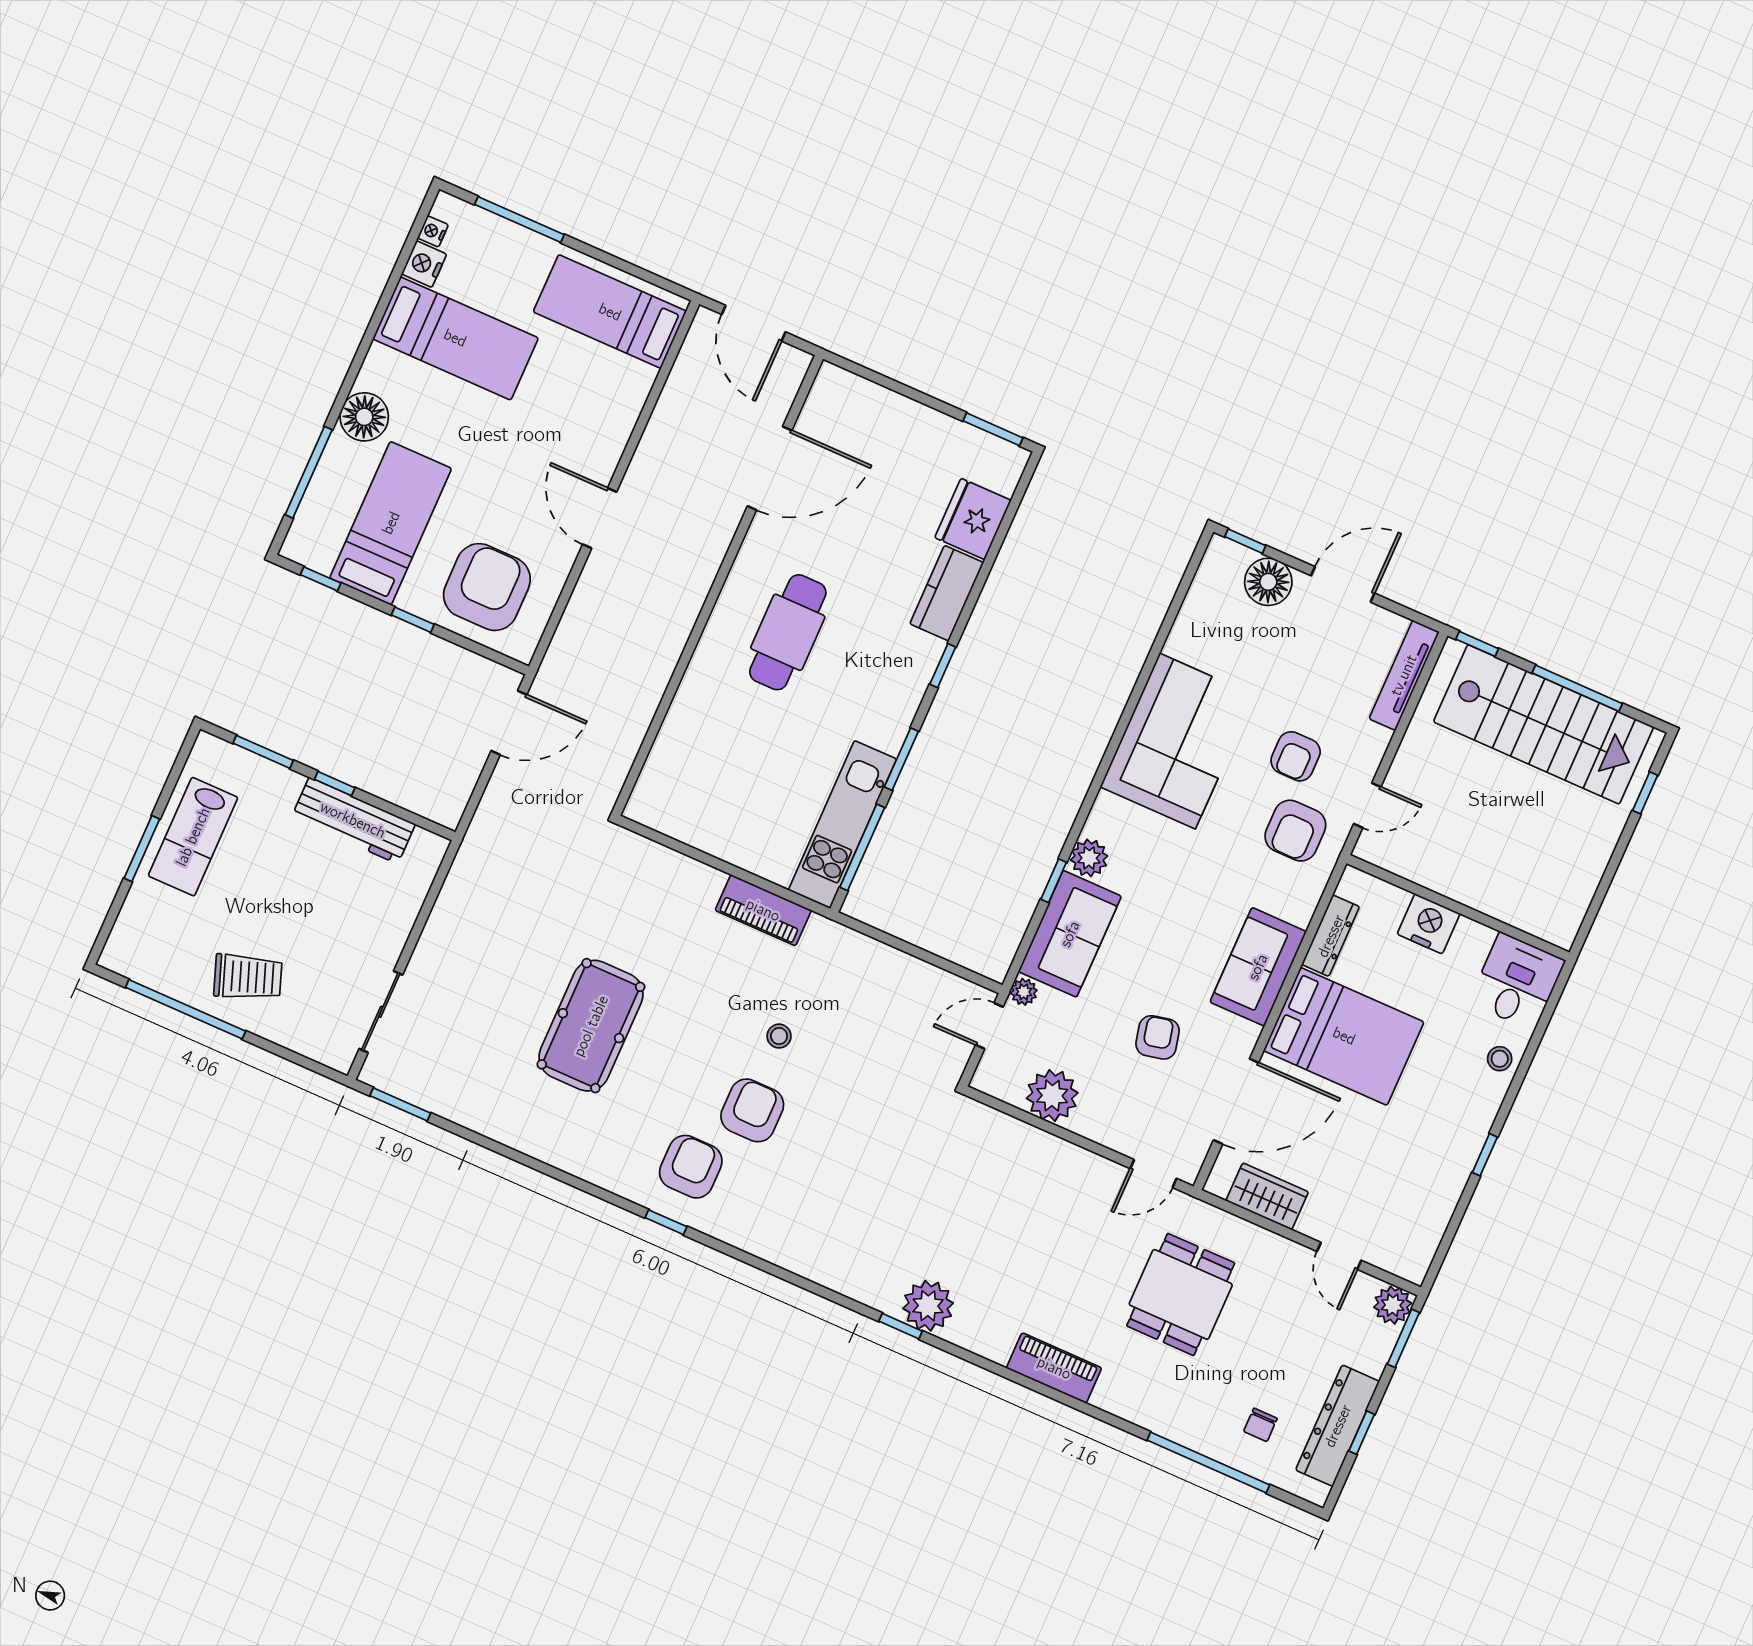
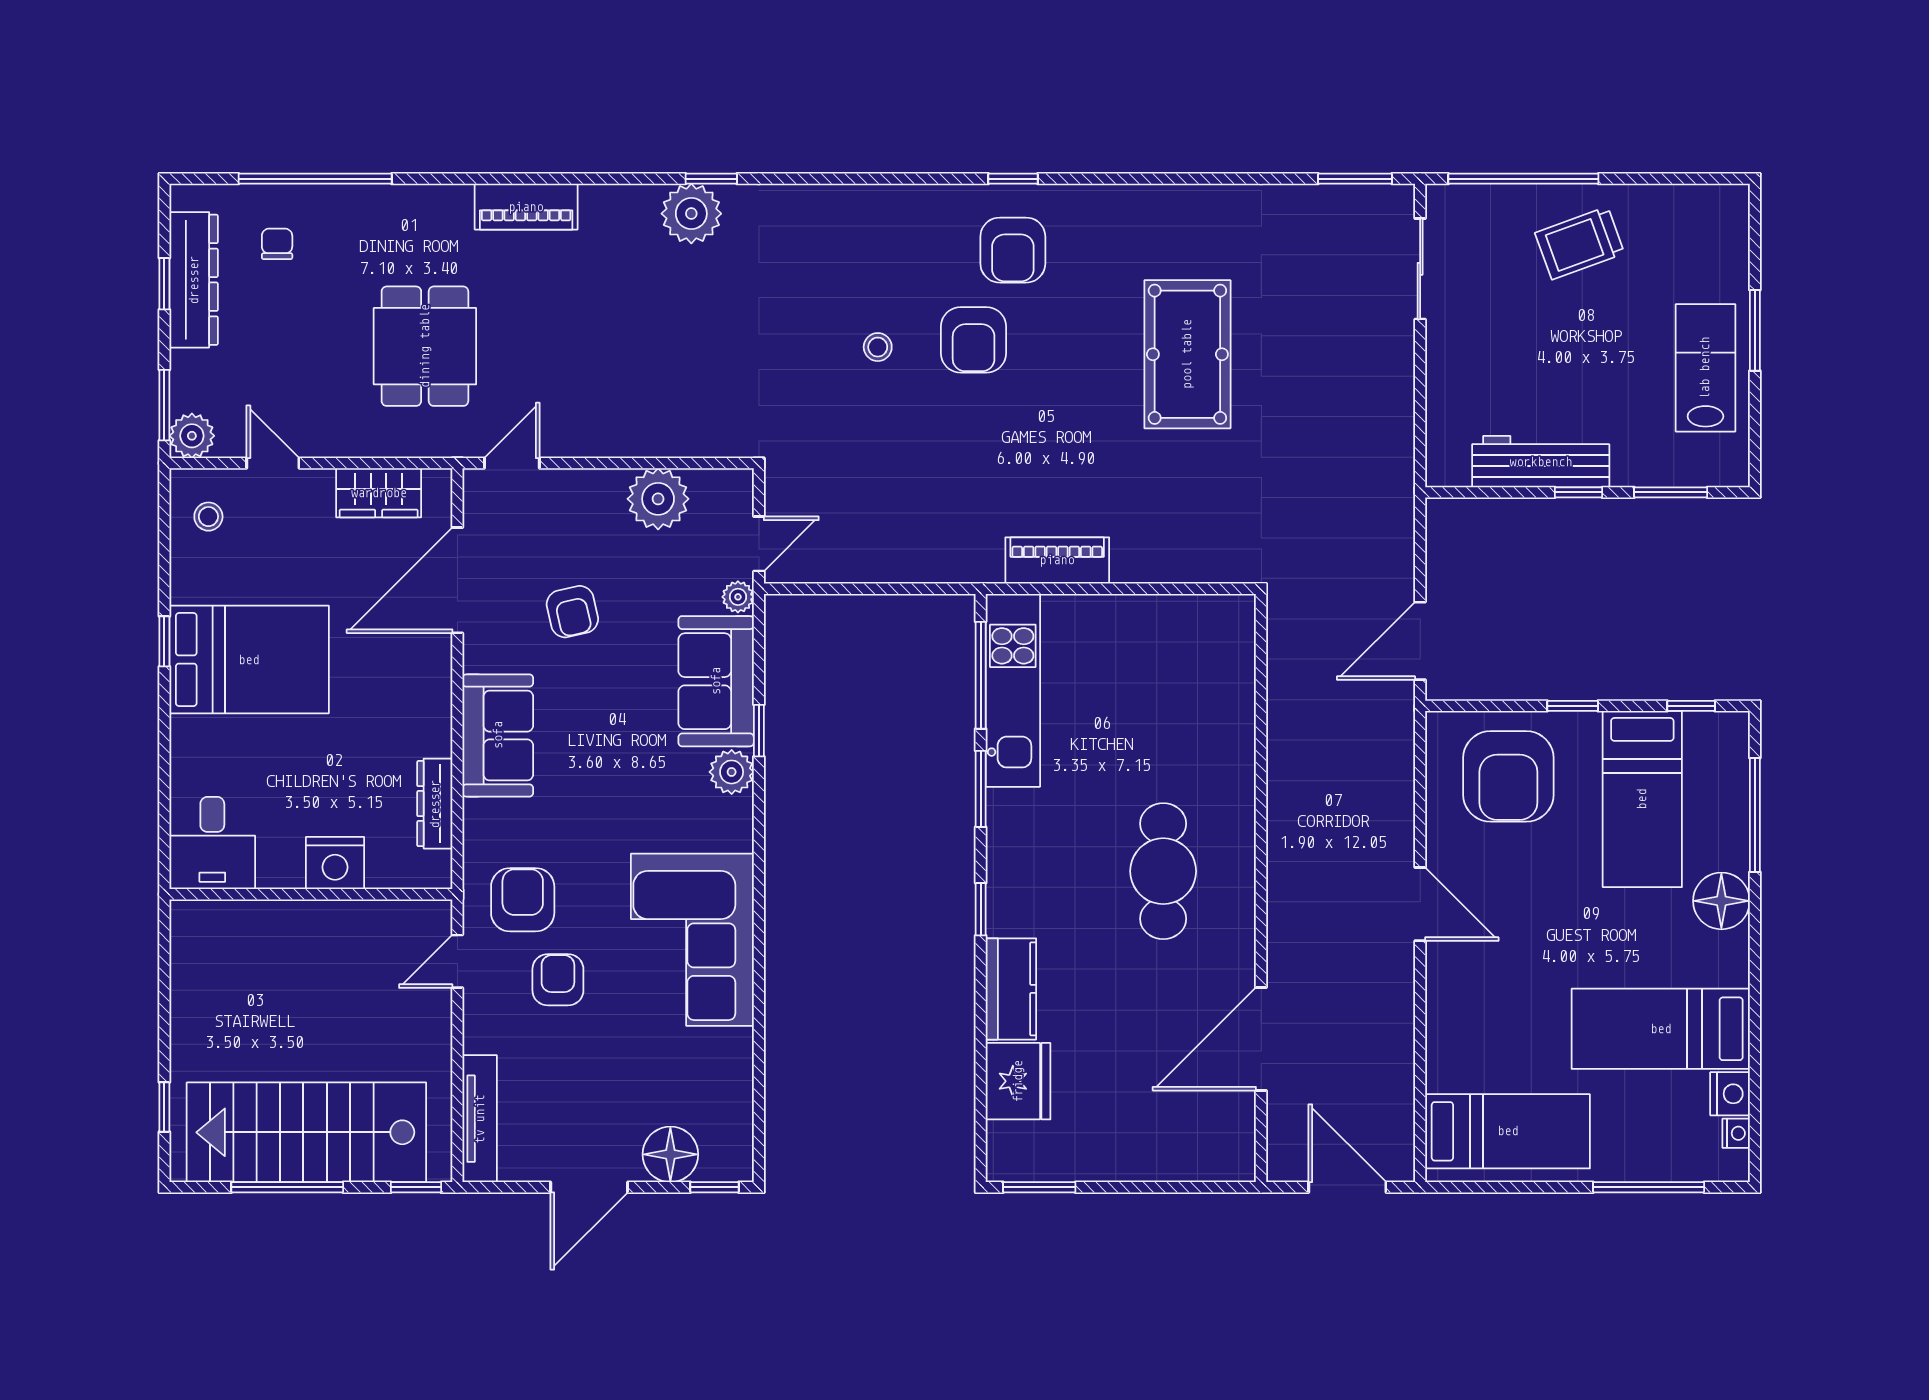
window: (186, 1009) -> (1523, 179), moved
stool: (779, 1036) -> (878, 347), moved
bed: (1344, 1036) -> (249, 660), moved, turned 180
stool: (1500, 1059) -> (208, 517), moved

